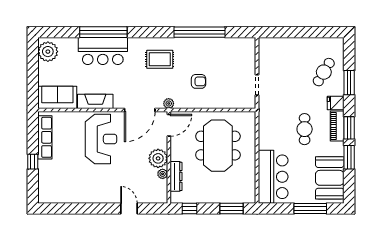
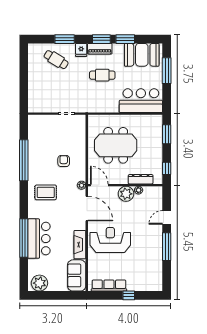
rug: (160, 59) -> (46, 192), turned 90
window: (93, 209) -> (167, 247), added

